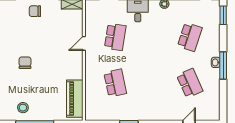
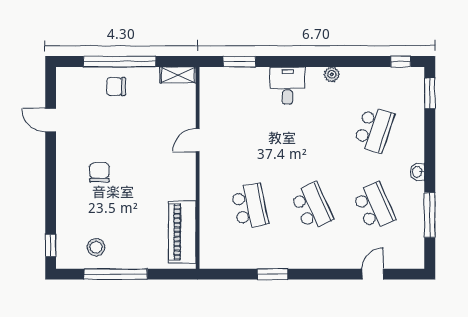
school desk: (115, 37) -> (312, 206), moved, turned -33
window: (223, 66) -> (430, 215), moved

